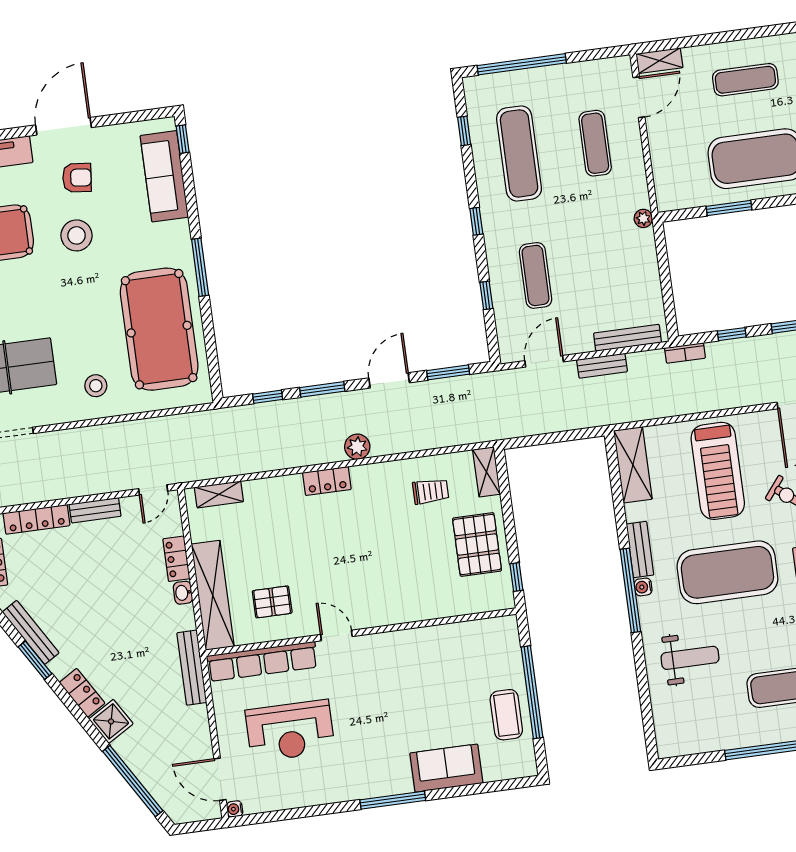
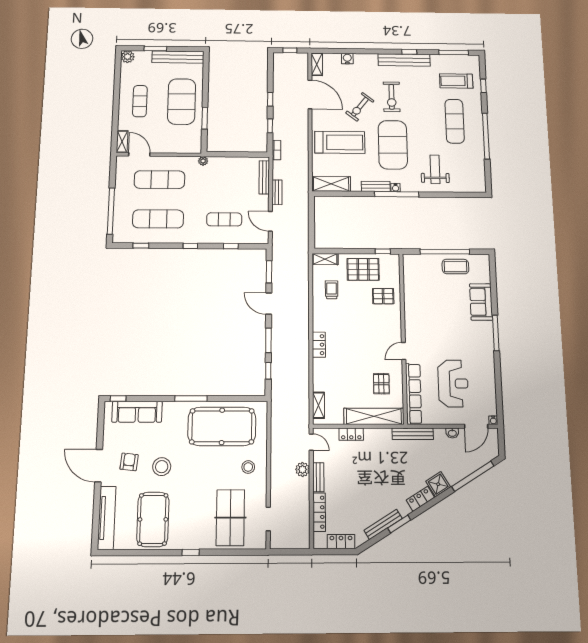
exercise mat: (595, 143) -> (159, 180), width x1.36, depth x1.45
plant: (357, 447) -> (302, 469), moved
pallet: (432, 587) -> (383, 296), added
washbasin: (183, 593) -> (452, 433), moved

